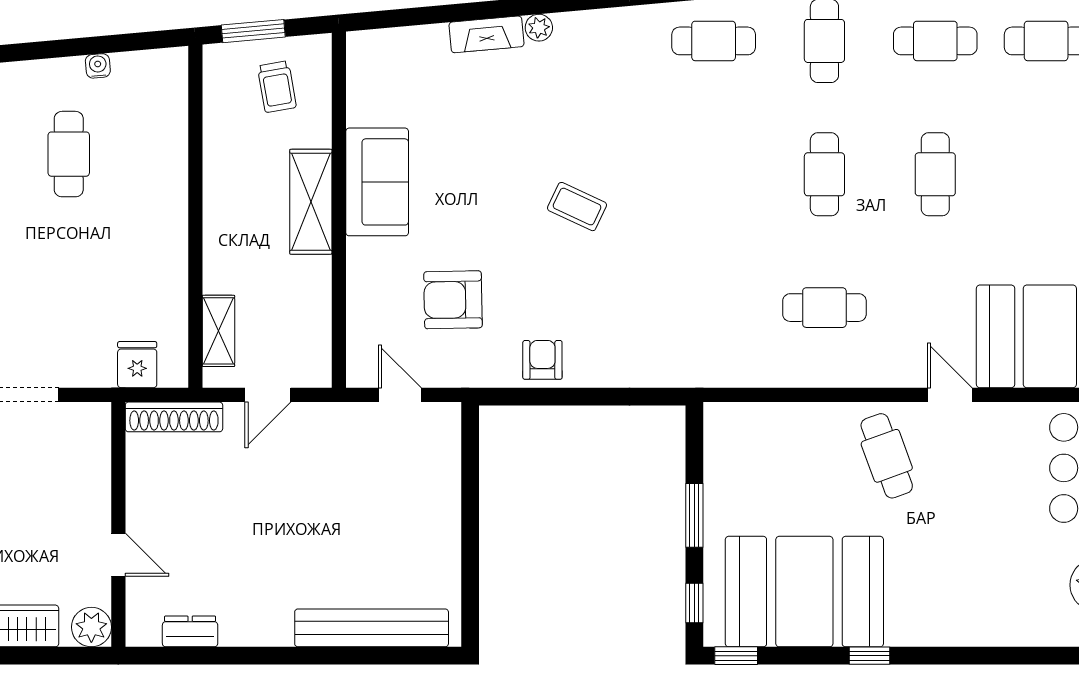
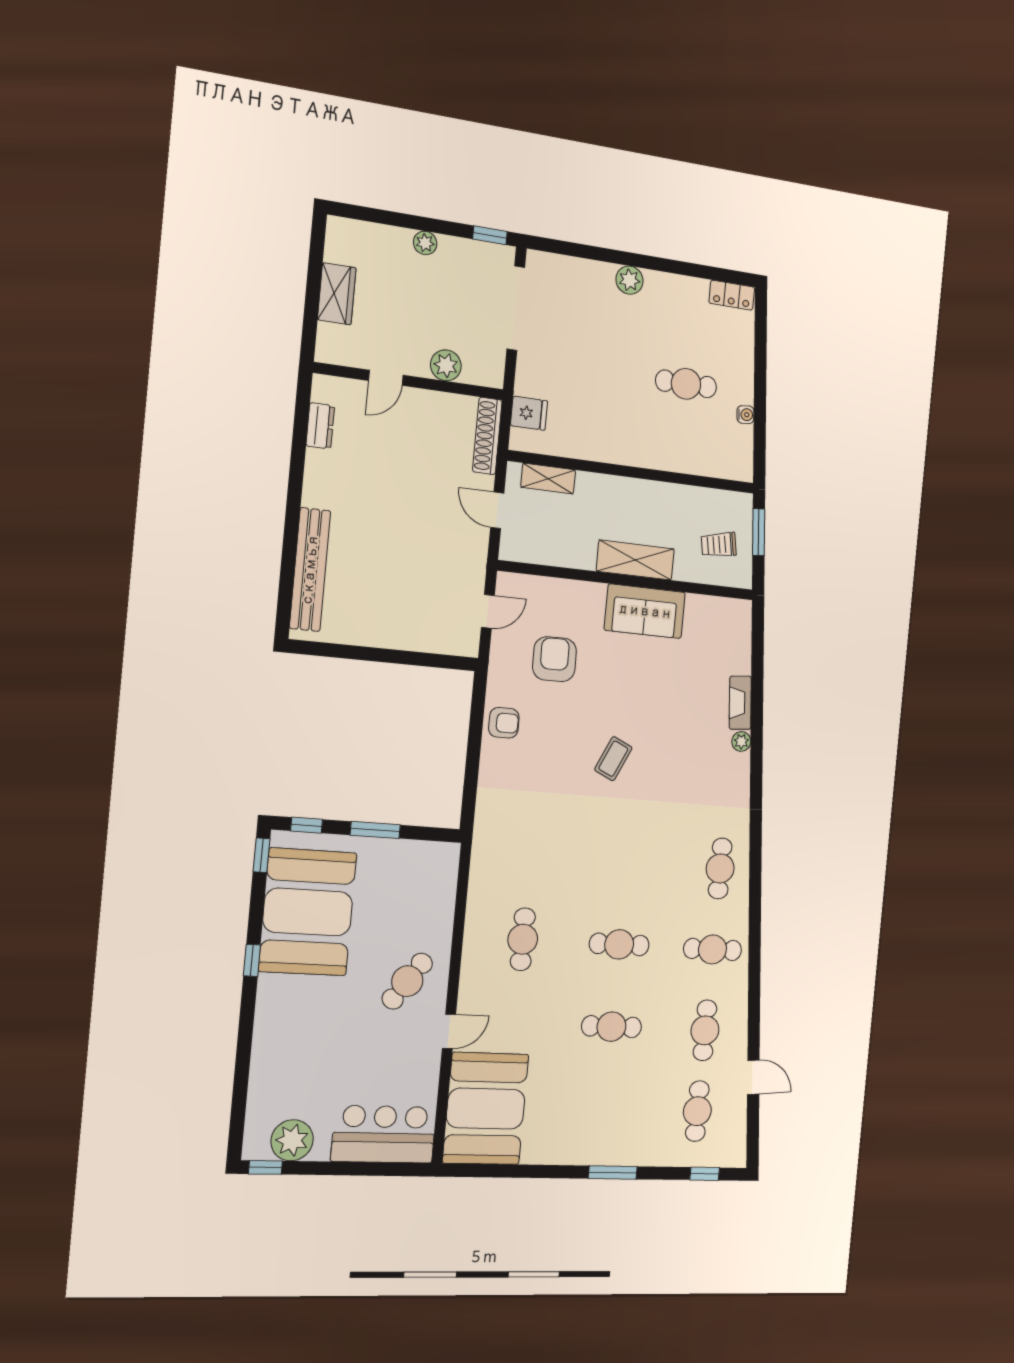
cafe table: (887, 456) -> (407, 981), turned -35
plant: (91, 627) -> (446, 365), moved

